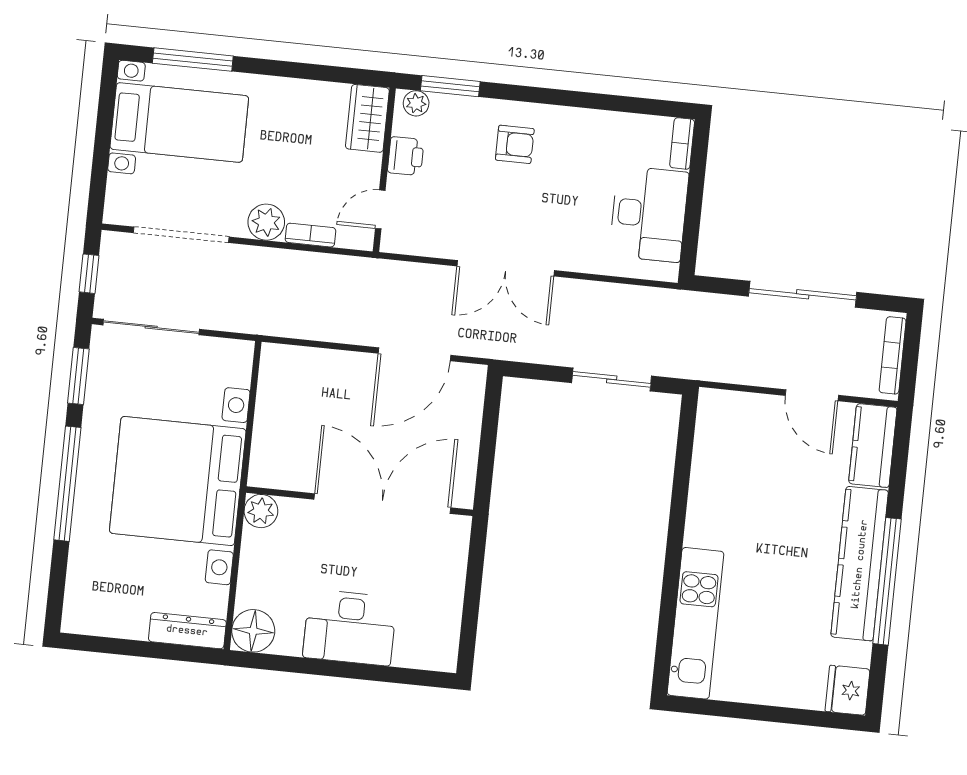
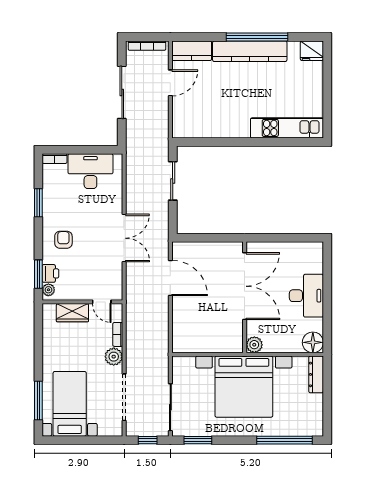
window: (596, 101) -> (38, 203), added
wardrobe: (367, 118) -> (72, 313), moved
printer: (406, 156) -> (50, 273), moved, turned 90
window: (67, 484) -> (284, 440), moved
double door: (382, 504) -> (245, 286), swing flipped

